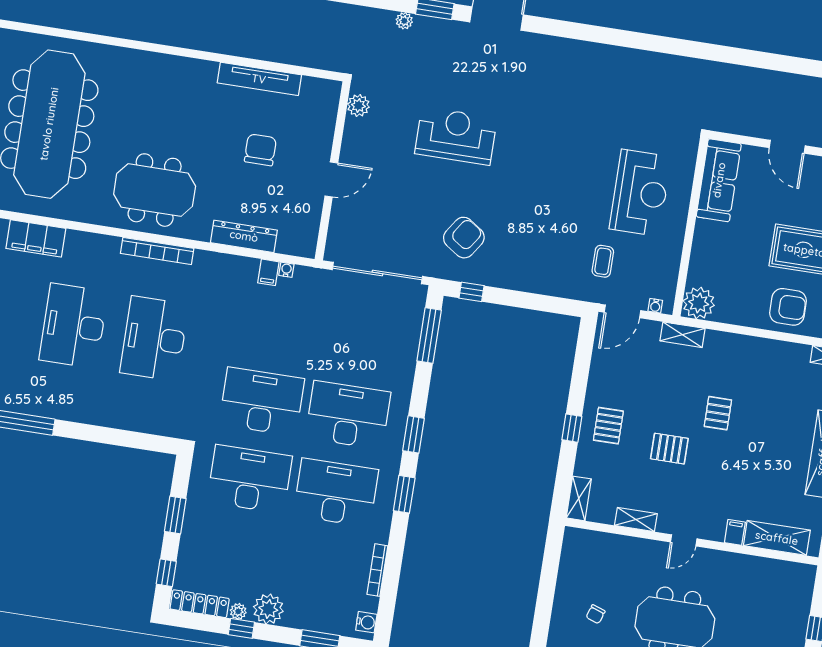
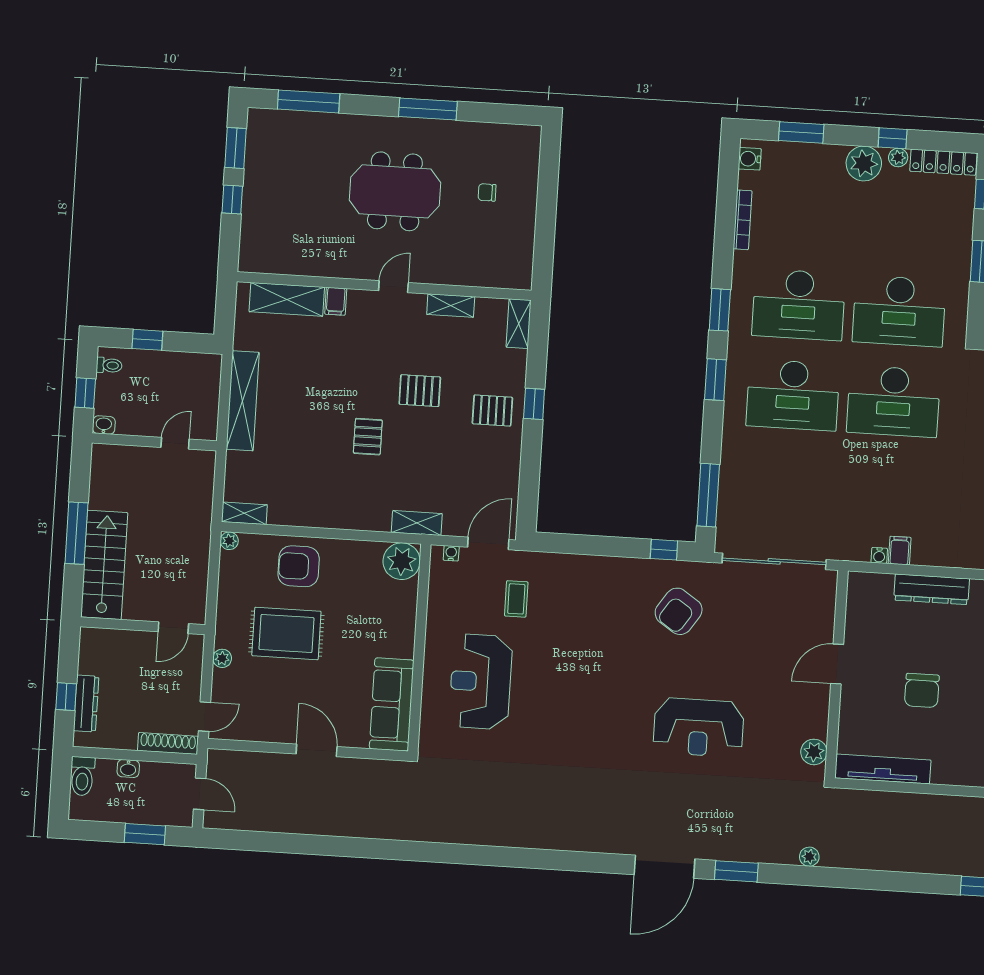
plant: (404, 21) -> (809, 857), moved
tv unit: (259, 79) -> (883, 769), moved
pallet: (608, 426) -> (492, 411), turned 90
chair: (596, 614) -> (487, 192), turned -109

